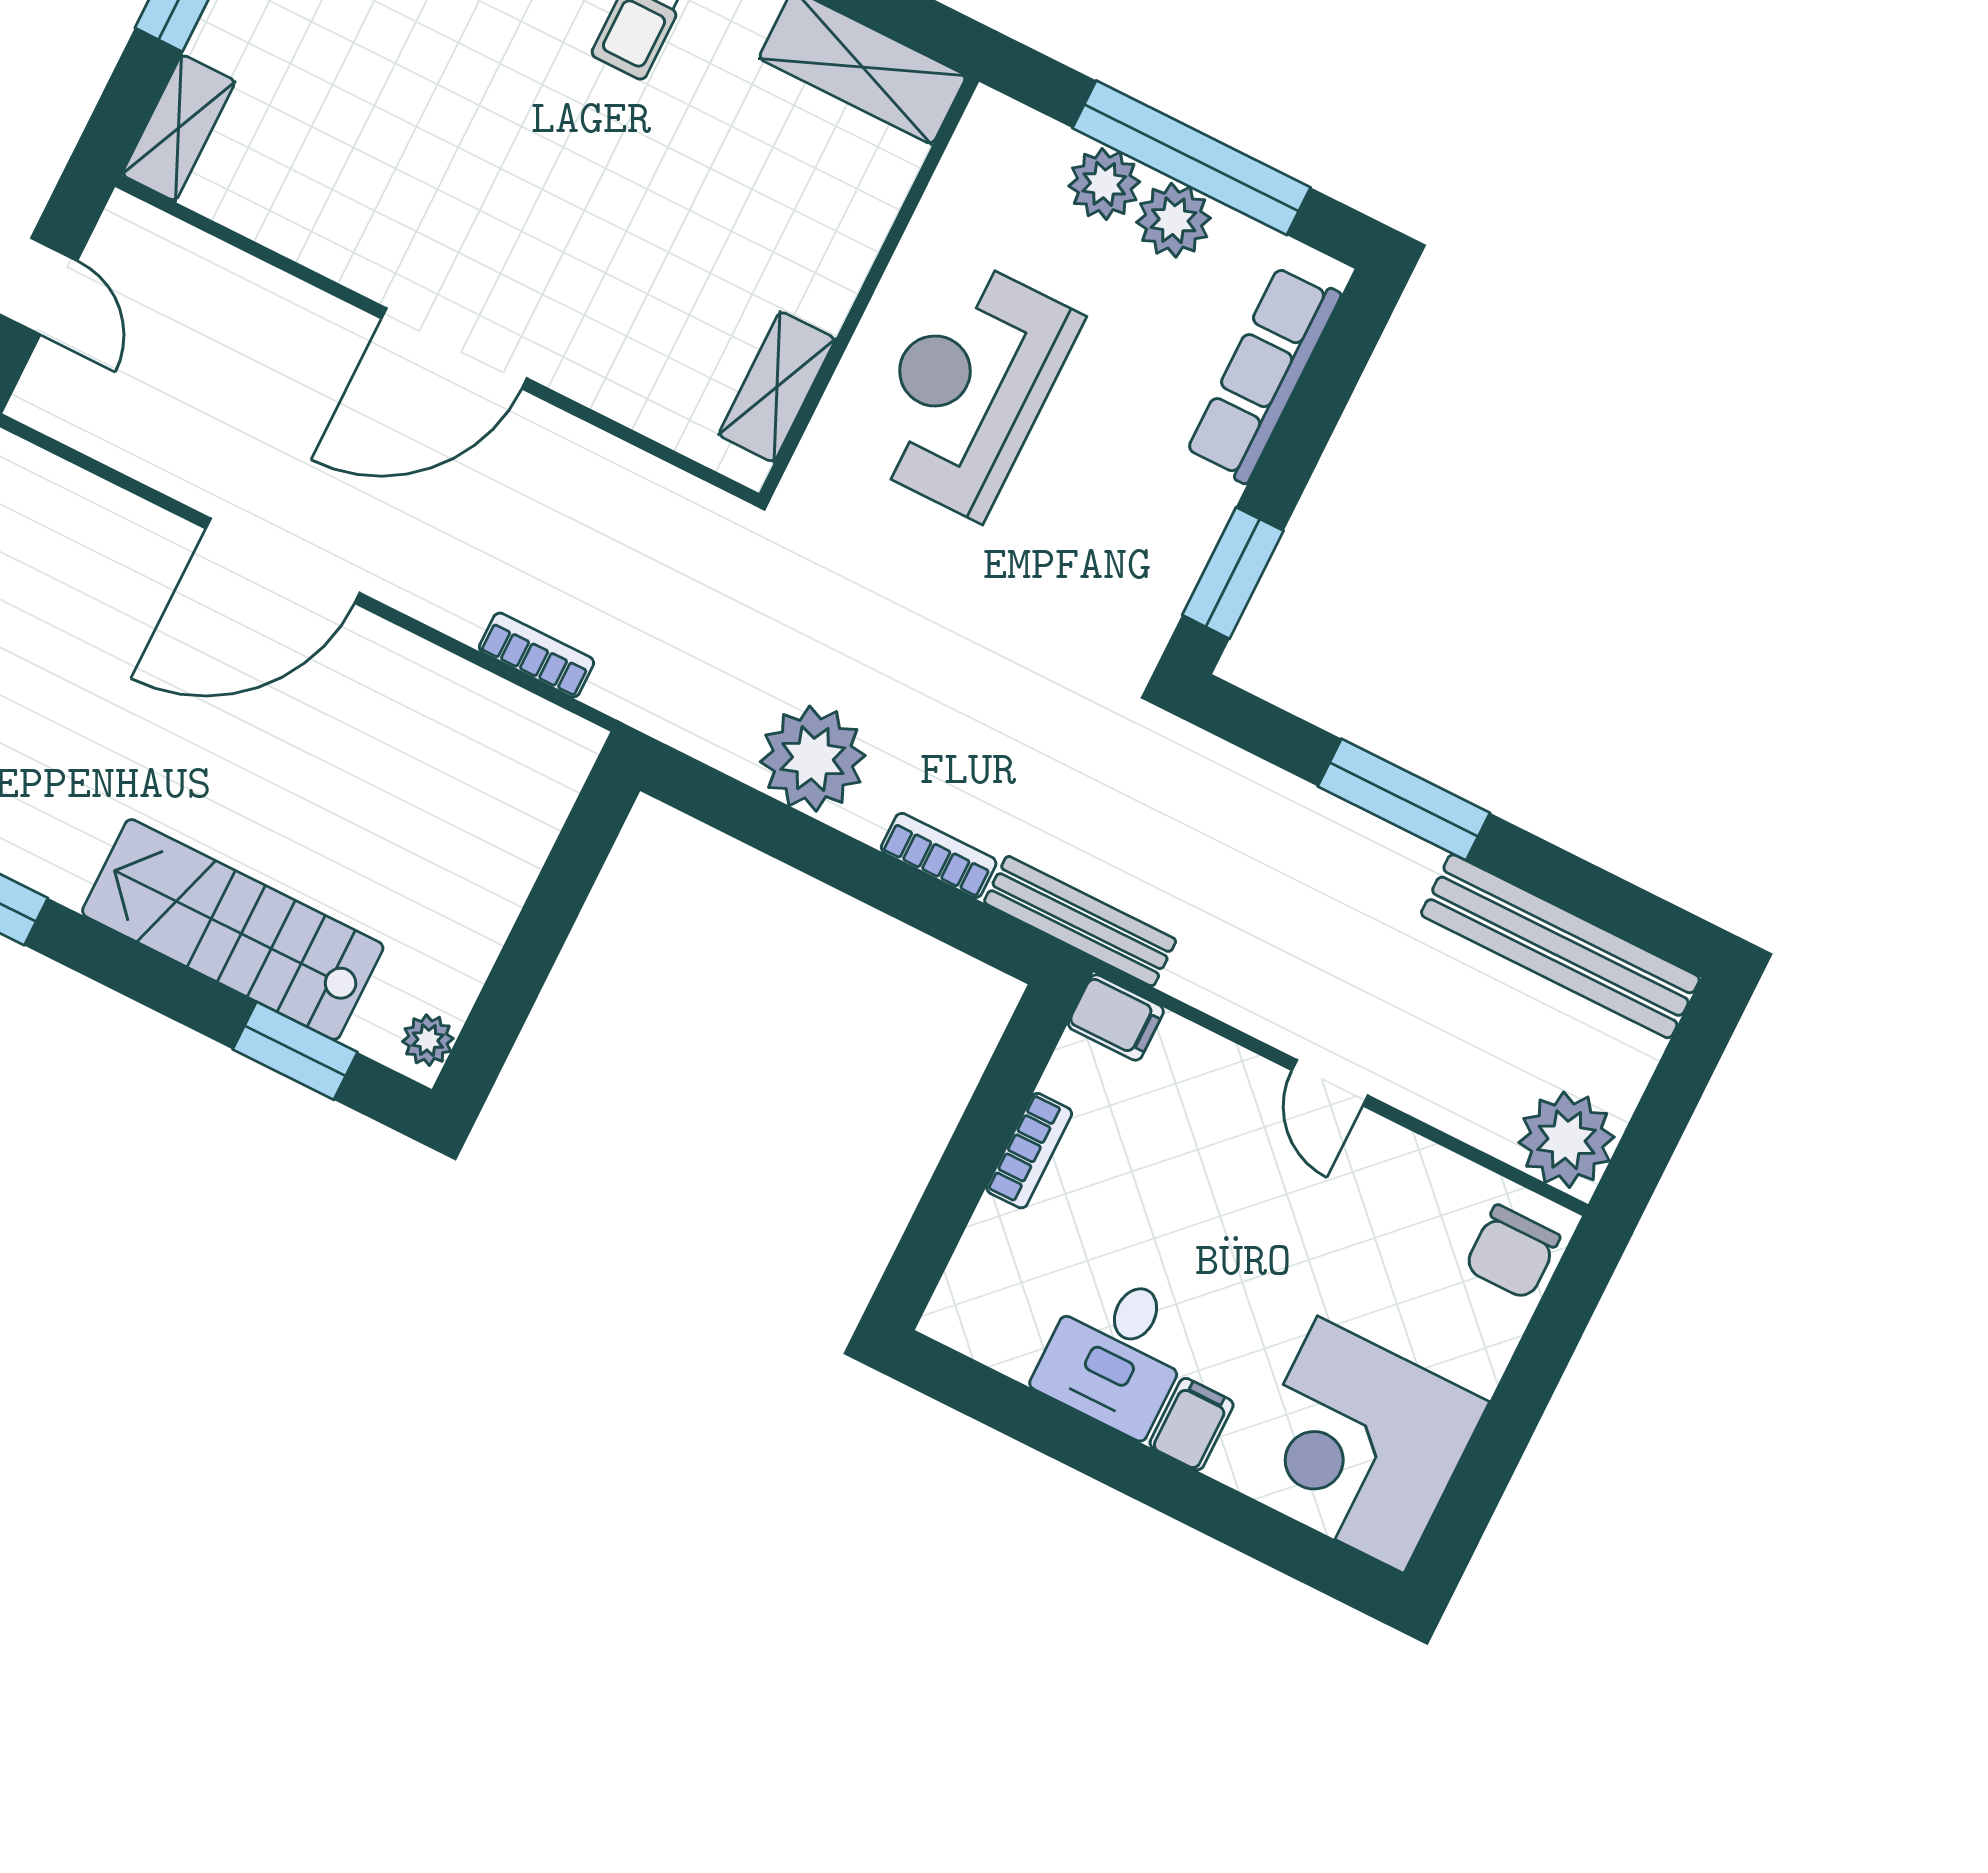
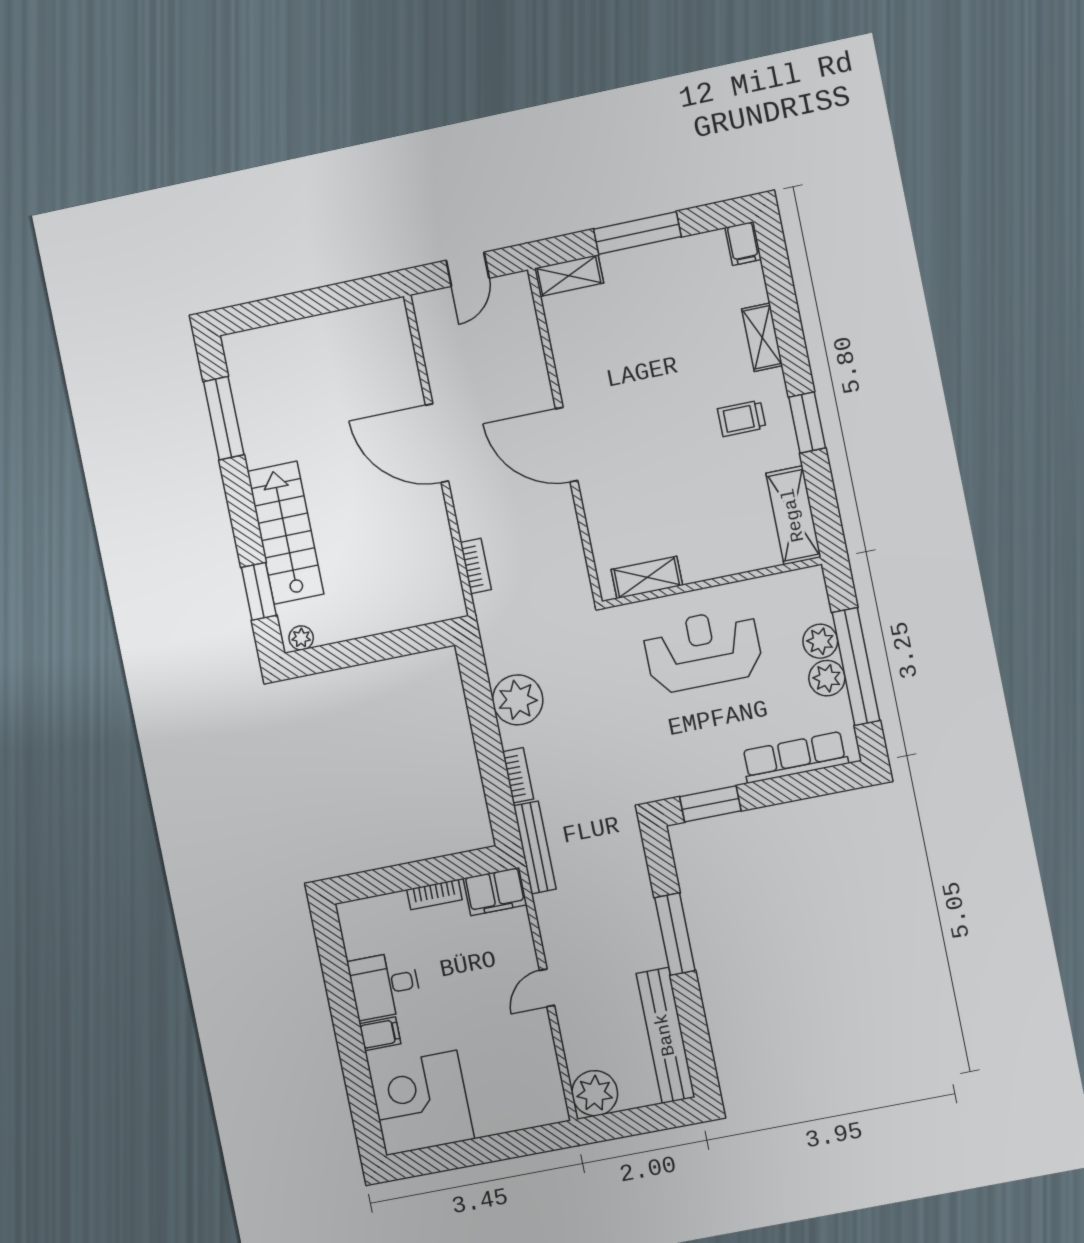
filing cabinet: (1116, 1018) -> (495, 892), width x2.00
chair: (1512, 1252) -> (537, 1105), removed

